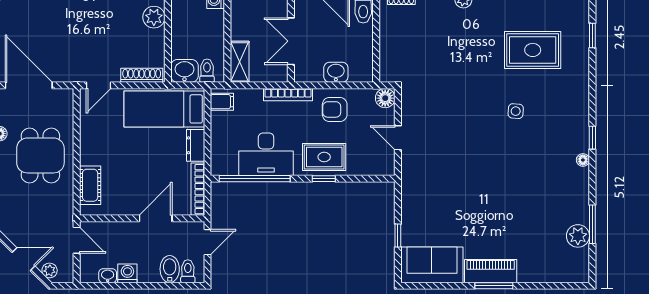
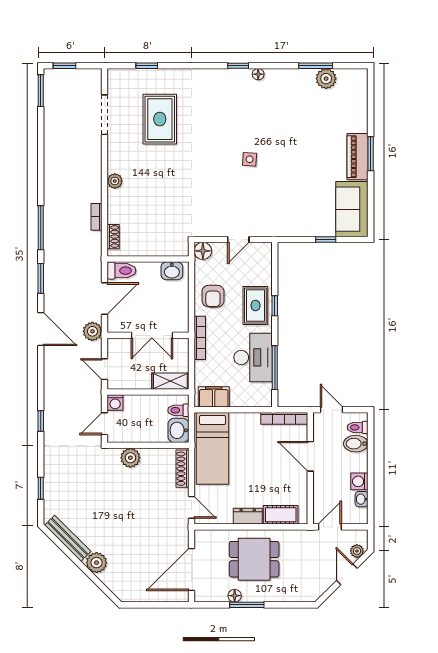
washbasin: (336, 72) -> (172, 271), moved, turned -90
filing cabinet: (222, 102) -> (214, 397), width x2.00
side table: (516, 111) -> (250, 159), moved
dresser: (196, 145) -> (248, 516), moved, turned 180
window: (255, 179) -> (275, 368), width x0.68

